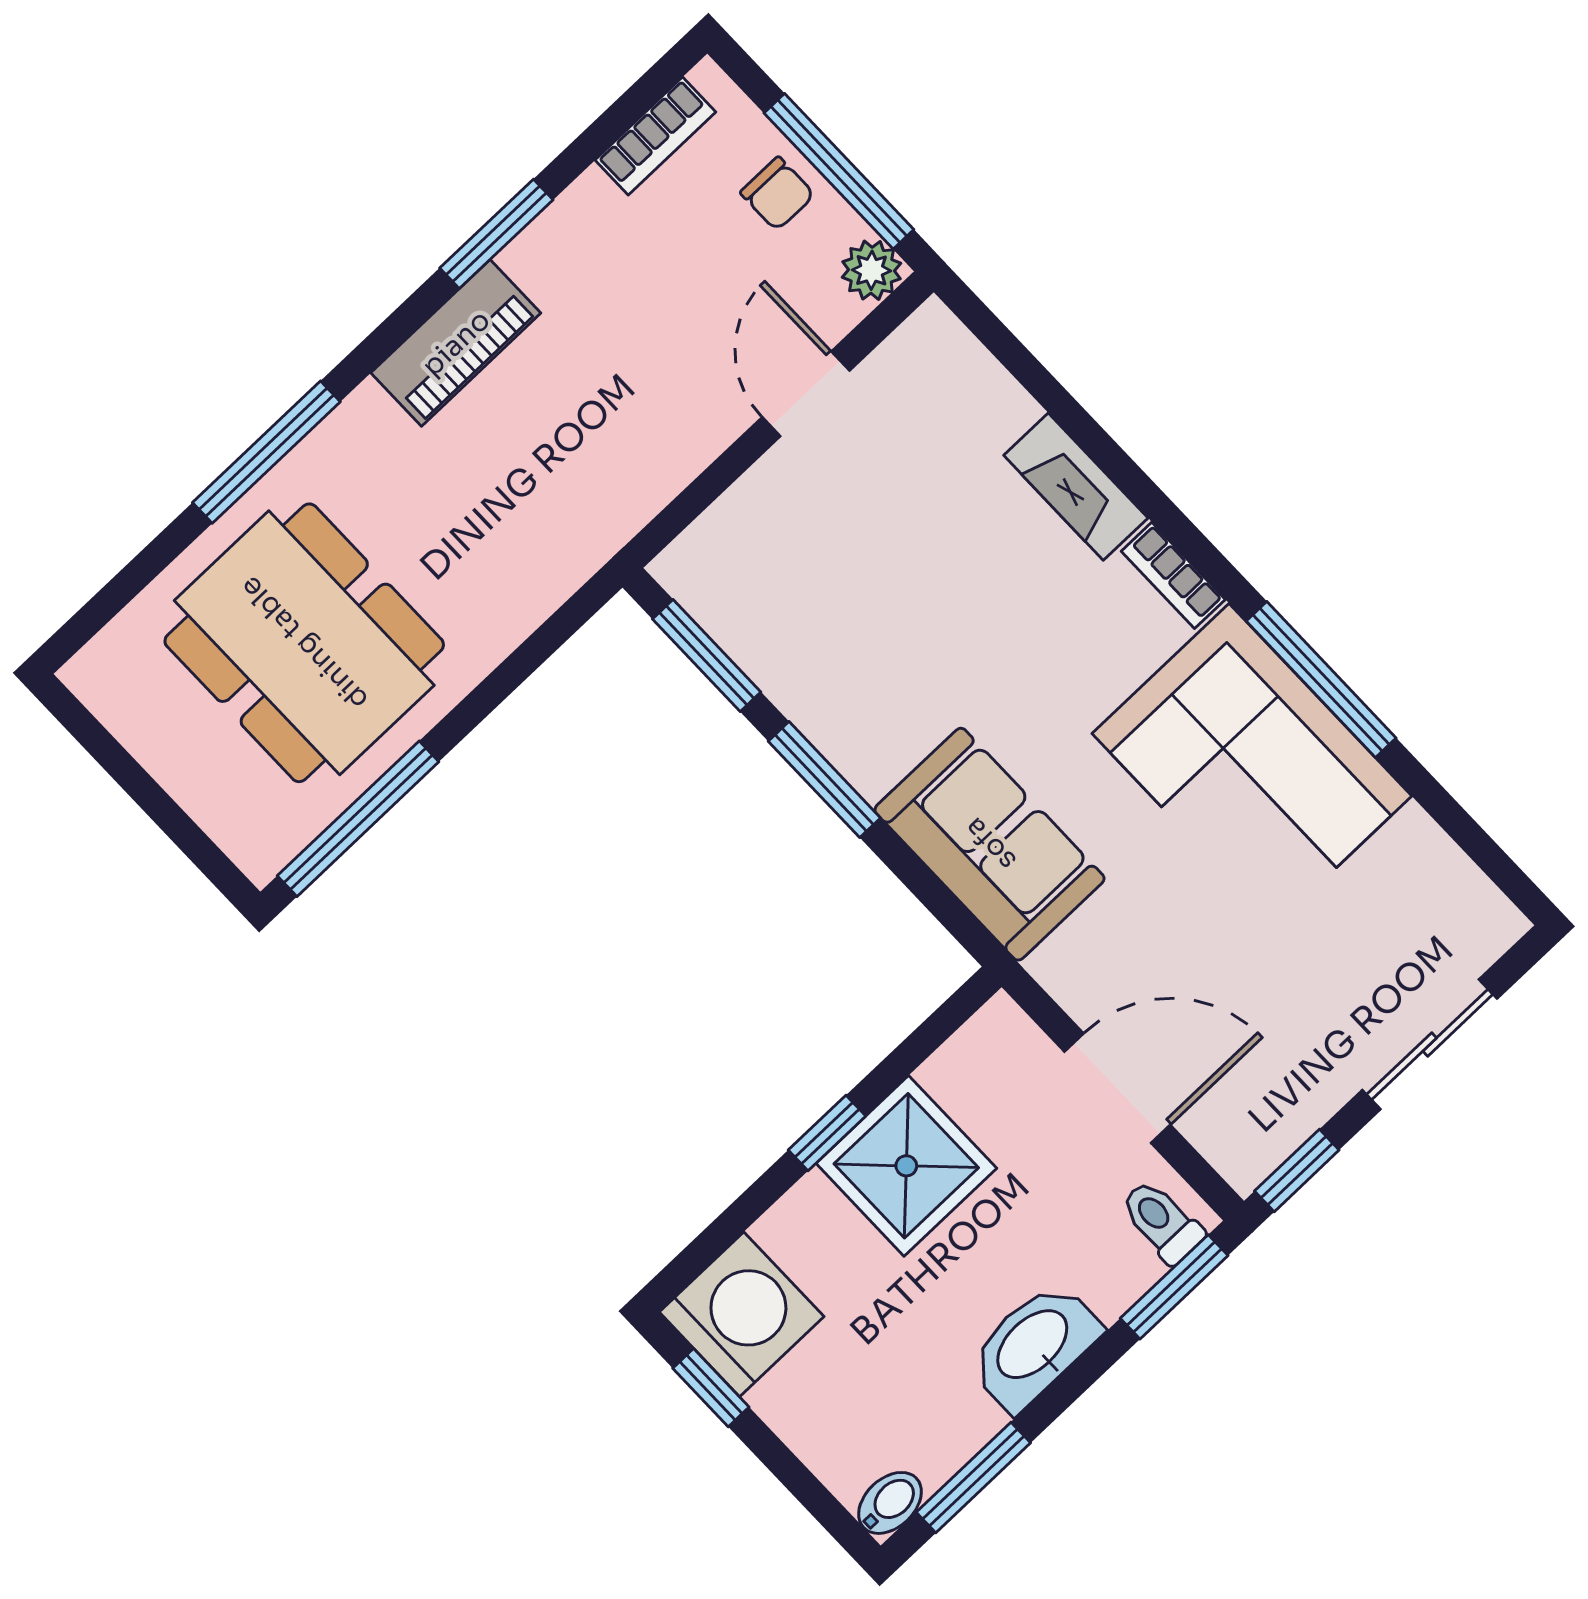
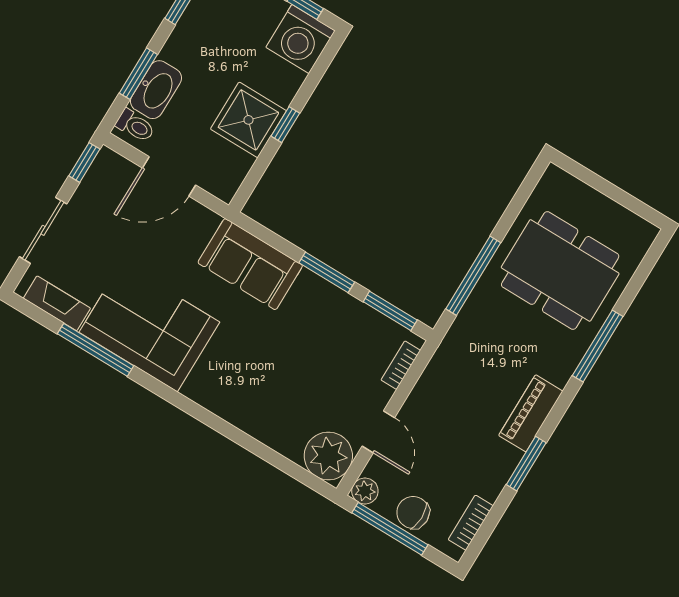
chair: (777, 194) -> (413, 512), width x1.37, depth x1.37
plant: (932, 370) -> (328, 456), added
fireplace: (1076, 487) -> (57, 303), moved
bookcase: (1173, 575) -> (401, 365), moved, turned -90
window: (1321, 680) -> (96, 350), moved
window: (358, 819) -> (473, 276), moved
window: (1174, 1287) -> (138, 74), moved
washbasin: (1034, 1346) -> (156, 90), moved

